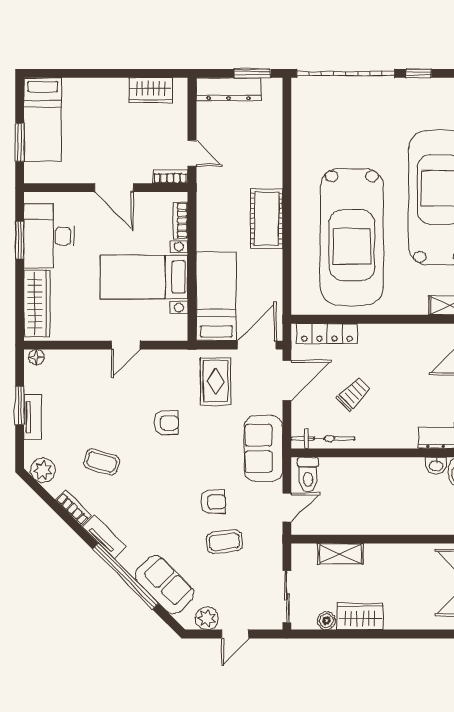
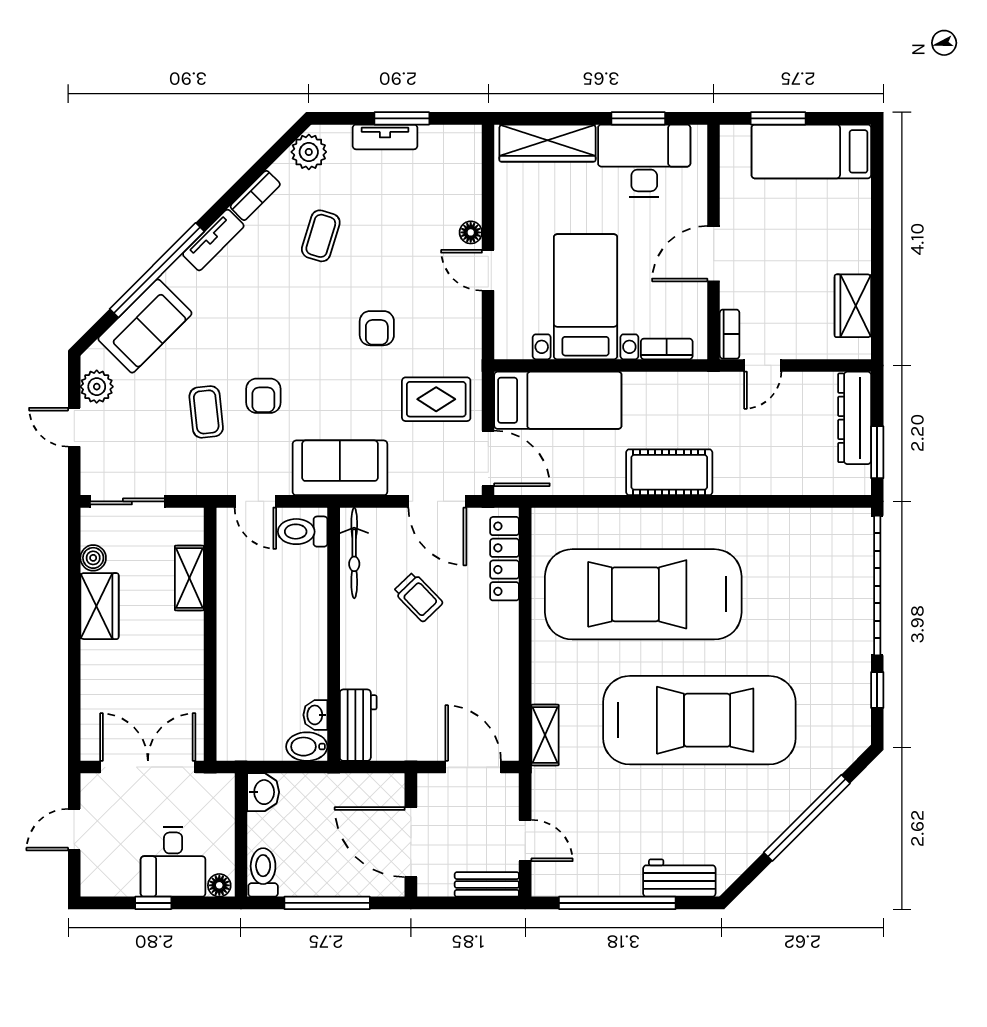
floor lamp: (36, 357) -> (471, 232), moved

